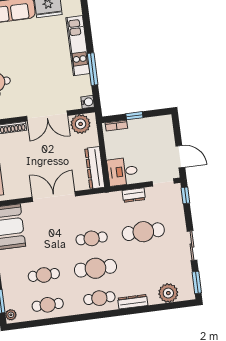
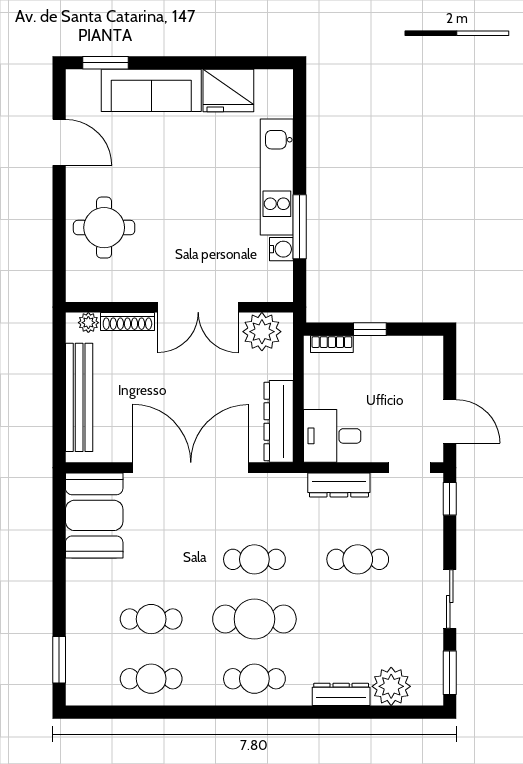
water cooler: (88, 102) -> (281, 249), moved
dresser: (134, 195) -> (339, 485), width x1.44
double door: (54, 197) -> (191, 468), width x1.36
cafe table: (143, 232) -> (358, 559), width x0.73, depth x0.74
dresser: (133, 302) -> (341, 694), moved
plant: (11, 315) -> (76, 689), removed

